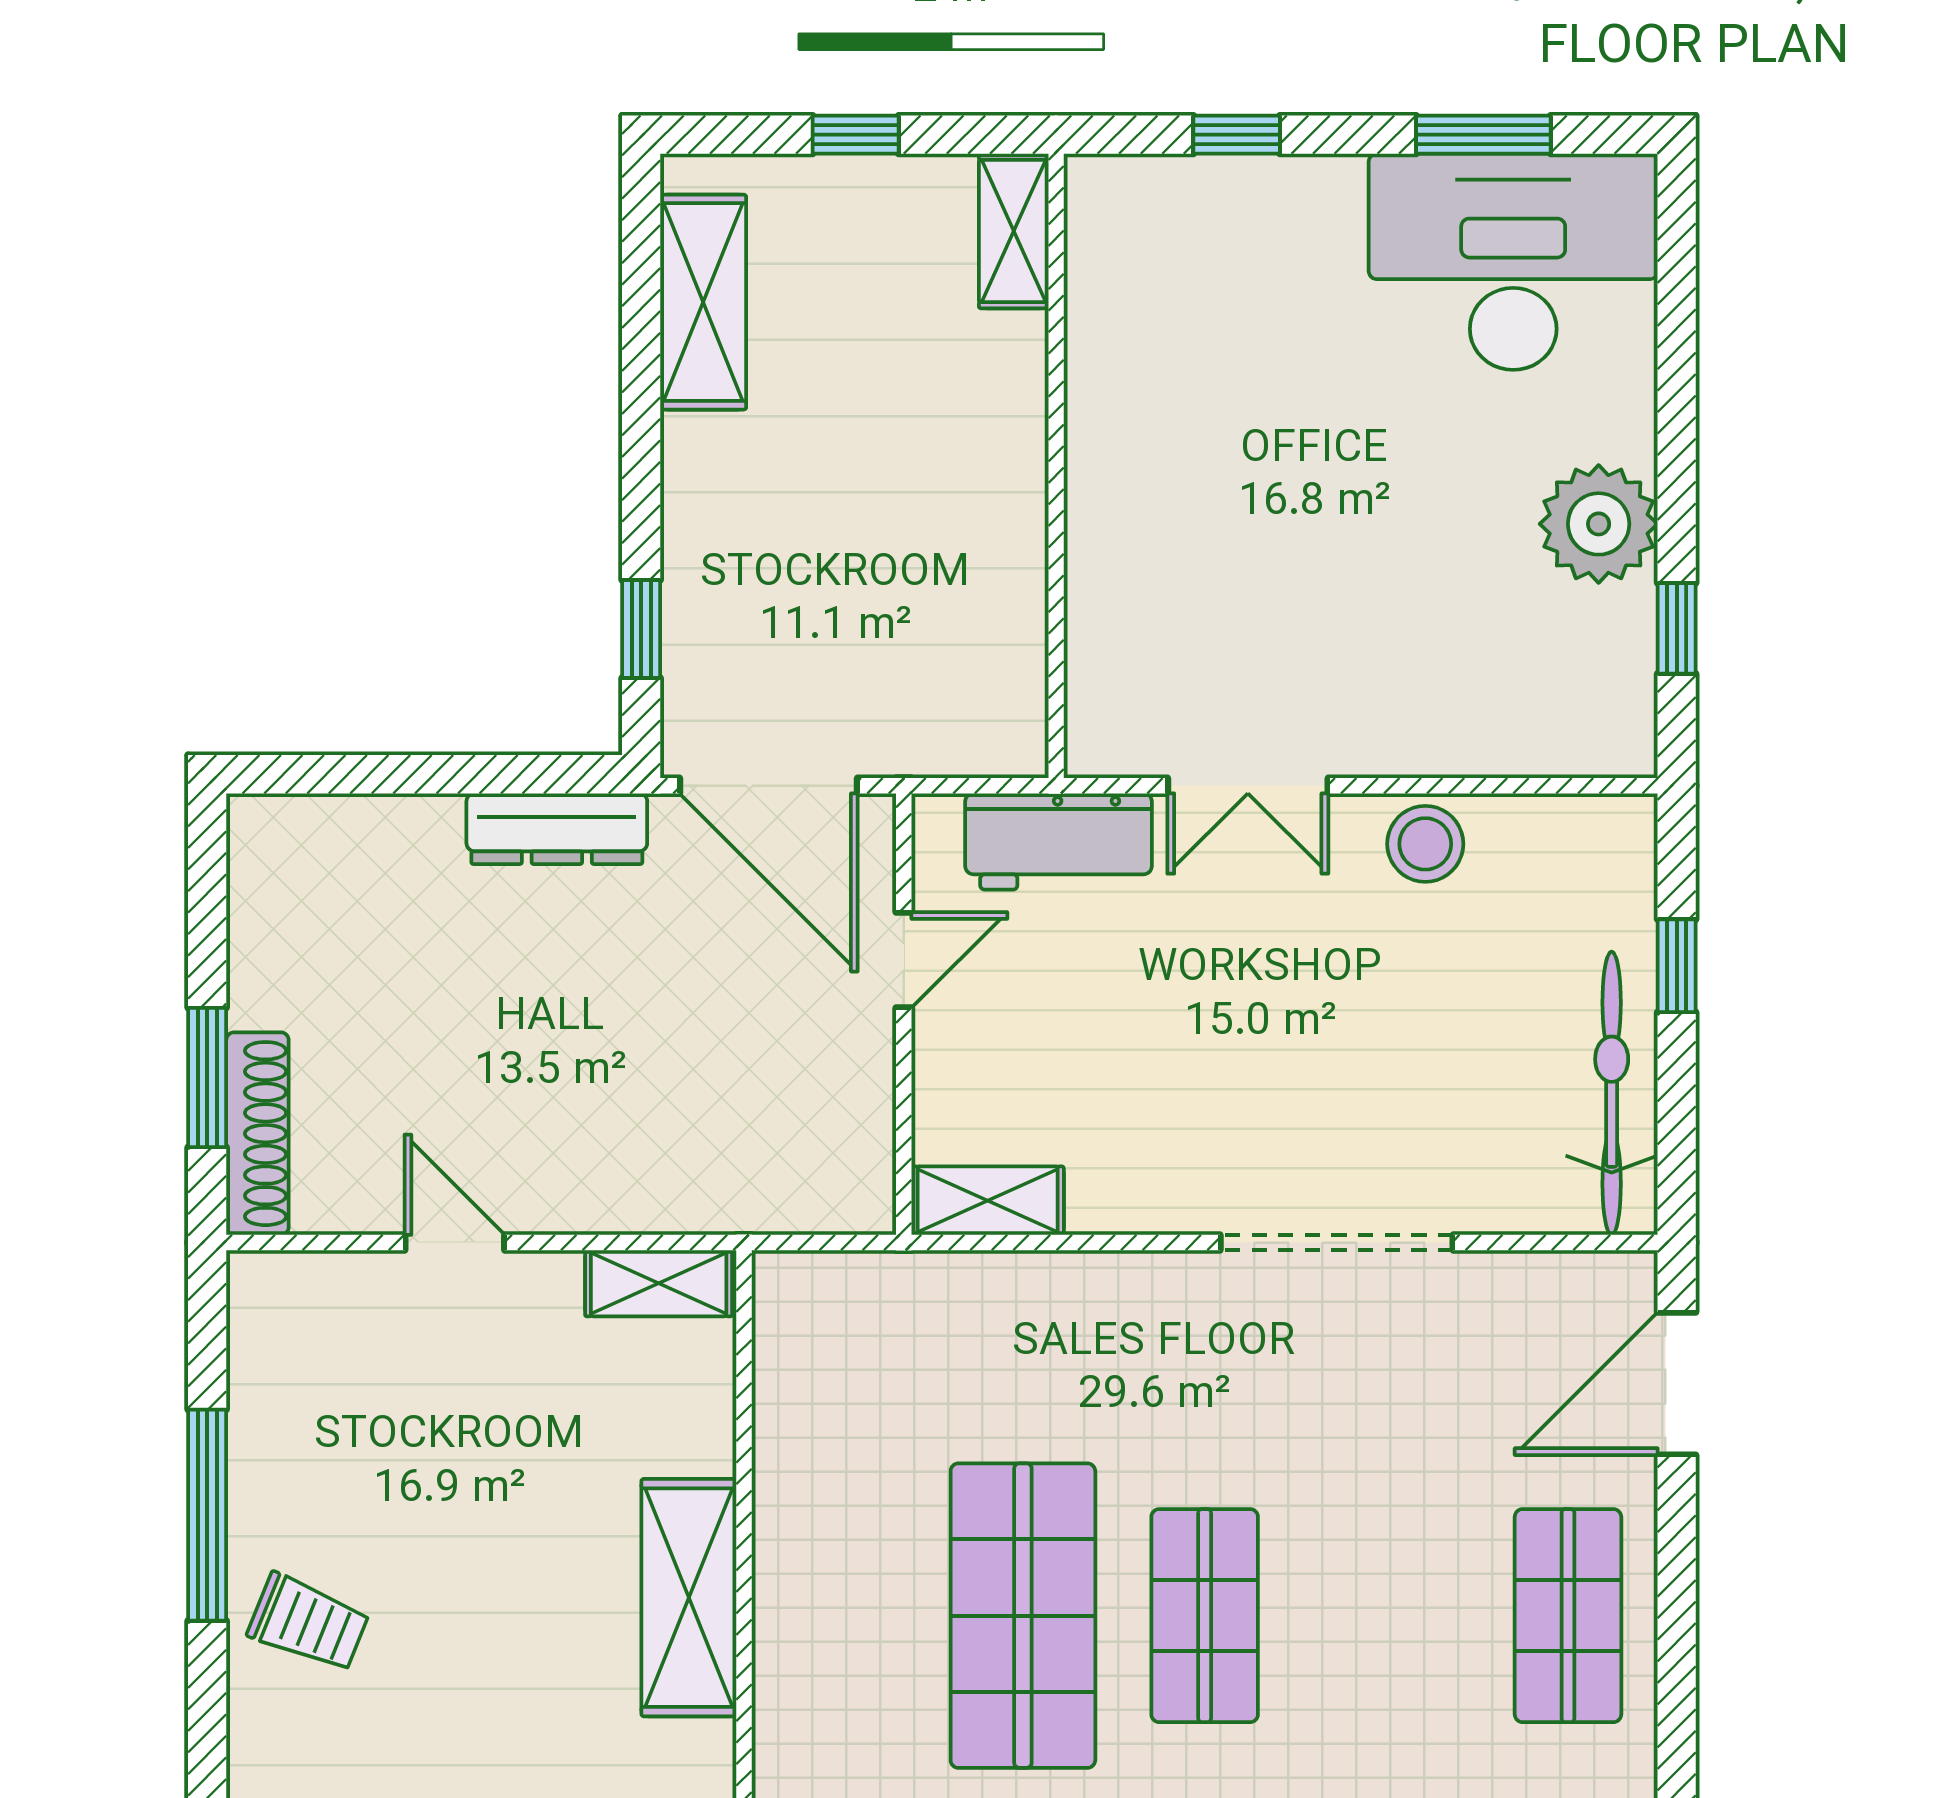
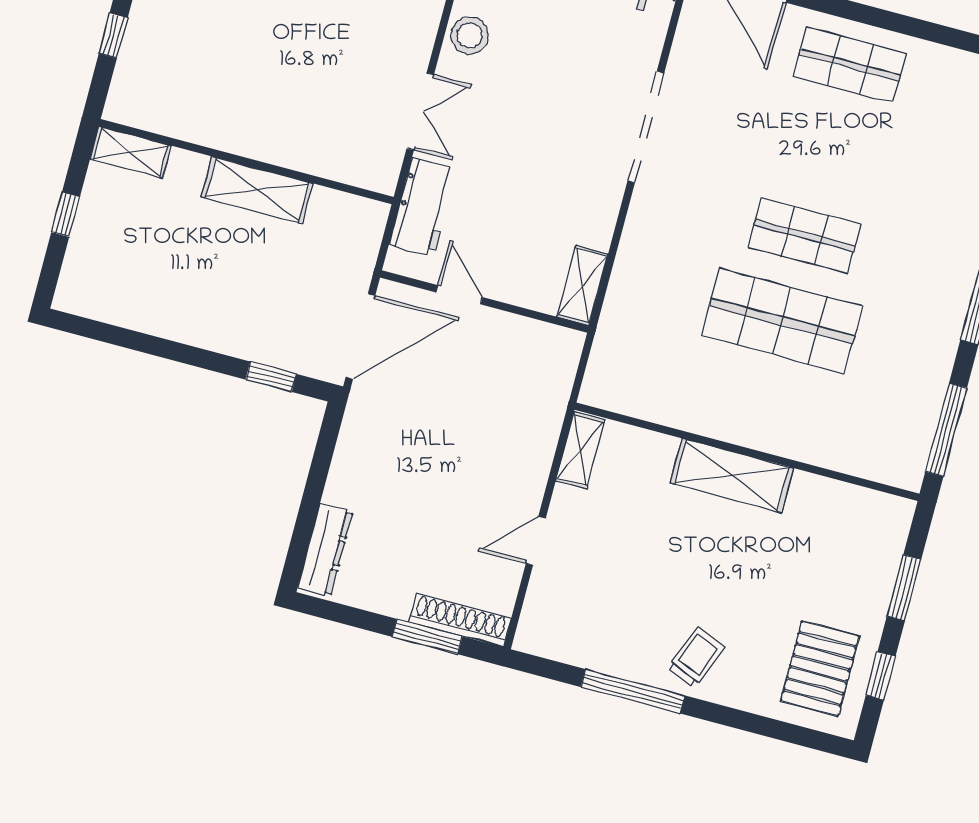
shelving: (703, 302) -> (257, 190), moved
dresser: (557, 829) -> (325, 550), moved

